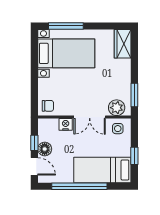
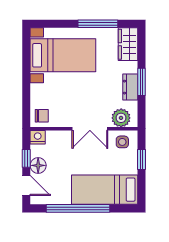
window: (66, 26) -> (98, 24), moved
dresser: (125, 81) -> (130, 87), added
window: (134, 95) -> (141, 82), moved
nightstand: (66, 124) -> (38, 137), moved
window: (134, 156) -> (141, 160), moved

